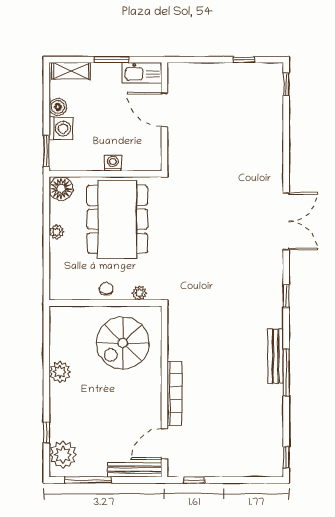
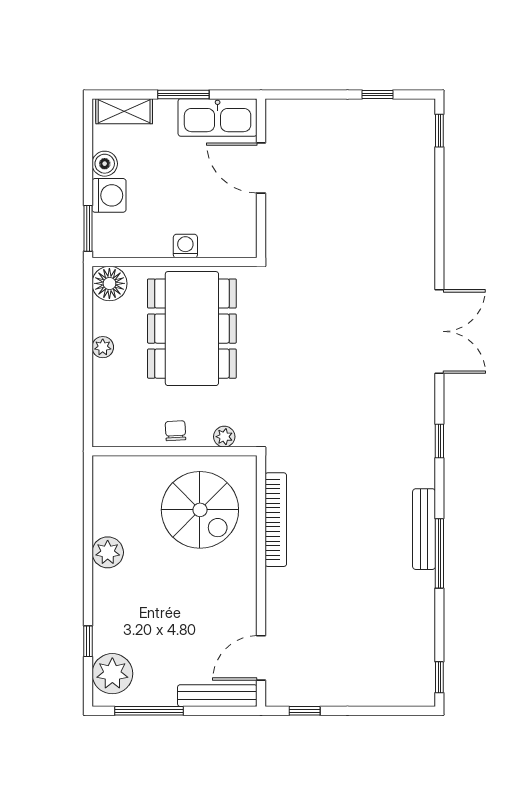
kitchen sink: (142, 73) -> (218, 117), width x1.36, depth x1.24
spiral stairs: (123, 343) -> (200, 510), turned -90
bookcase: (175, 393) -> (276, 520), moved

